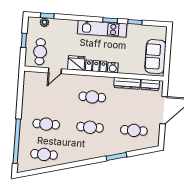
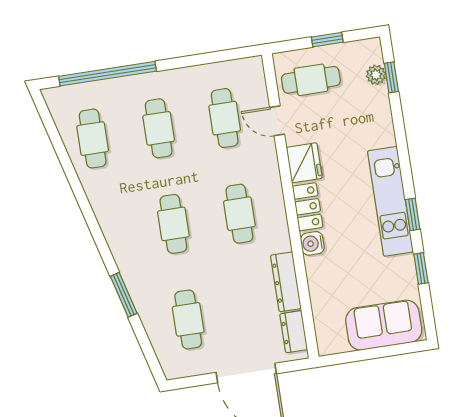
sofa: (155, 57) -> (384, 325), moved
cafe table: (48, 94) -> (225, 118), added

